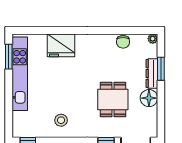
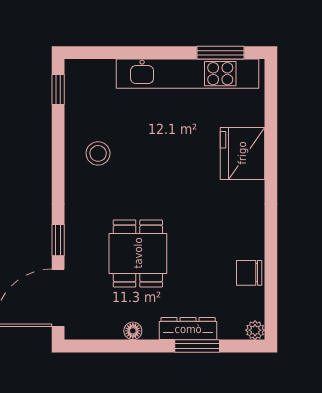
floor lamp: (149, 98) -> (133, 331), width x0.53, depth x0.53
dining table: (113, 100) -> (138, 253), turned 90

